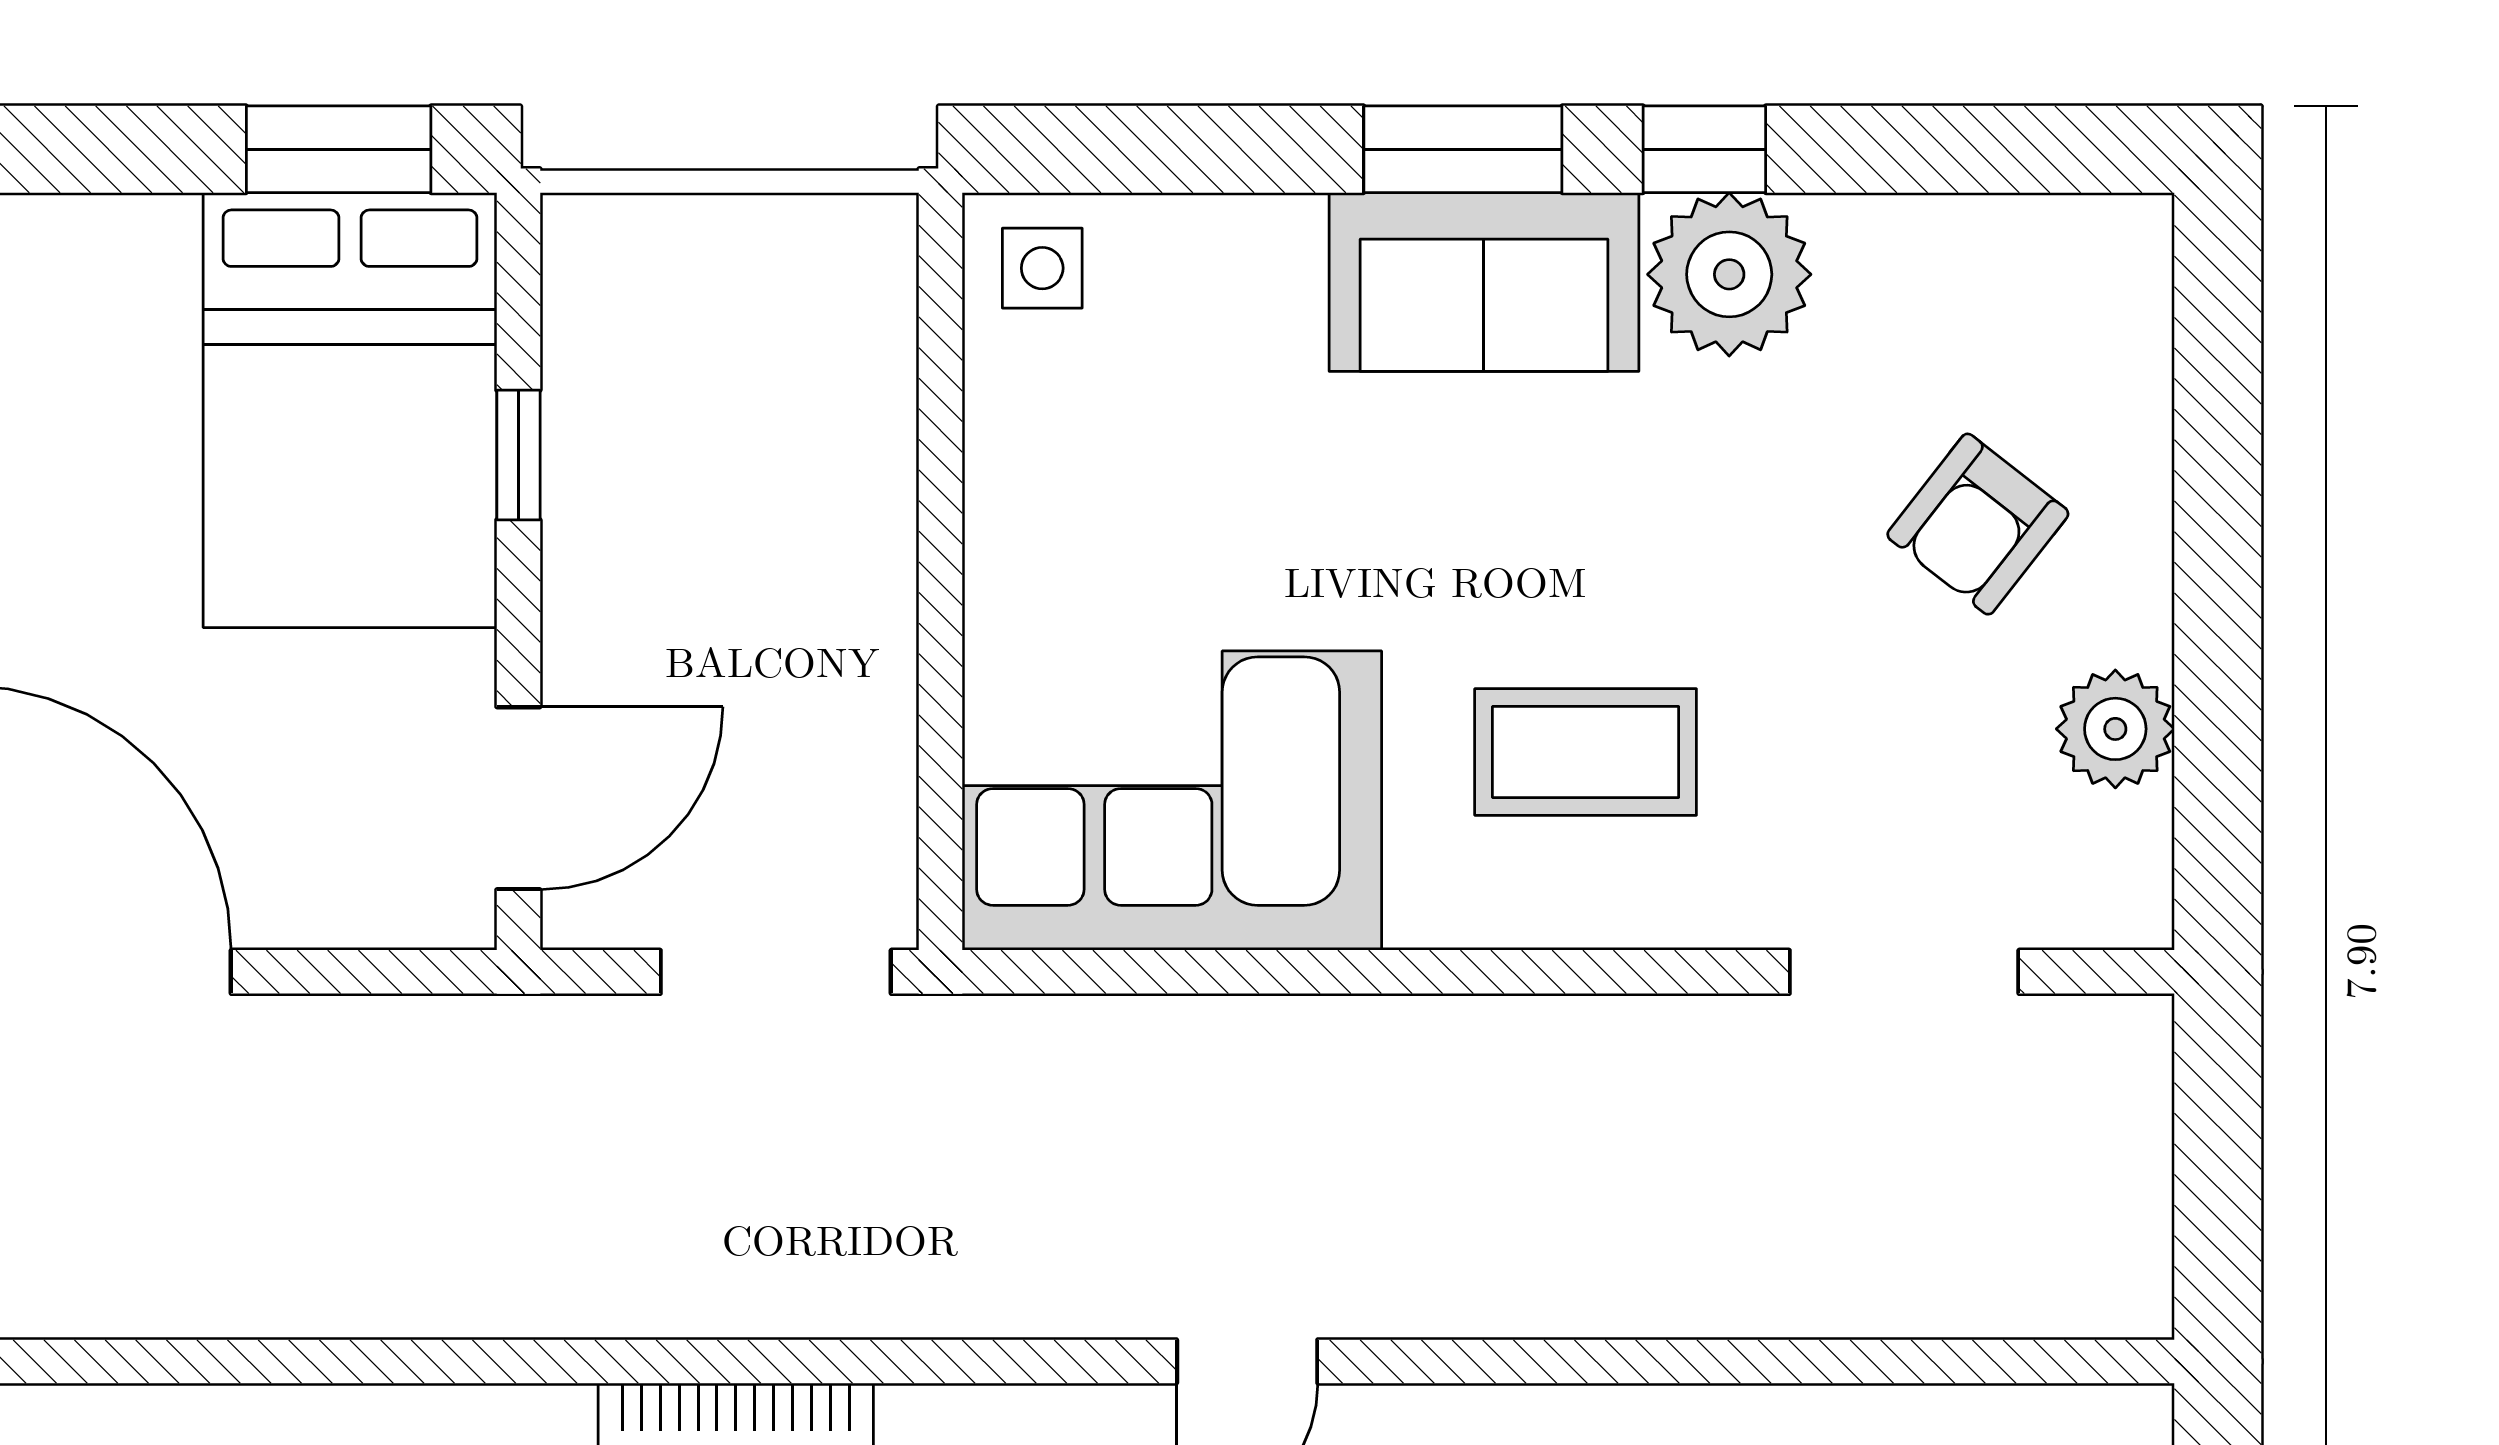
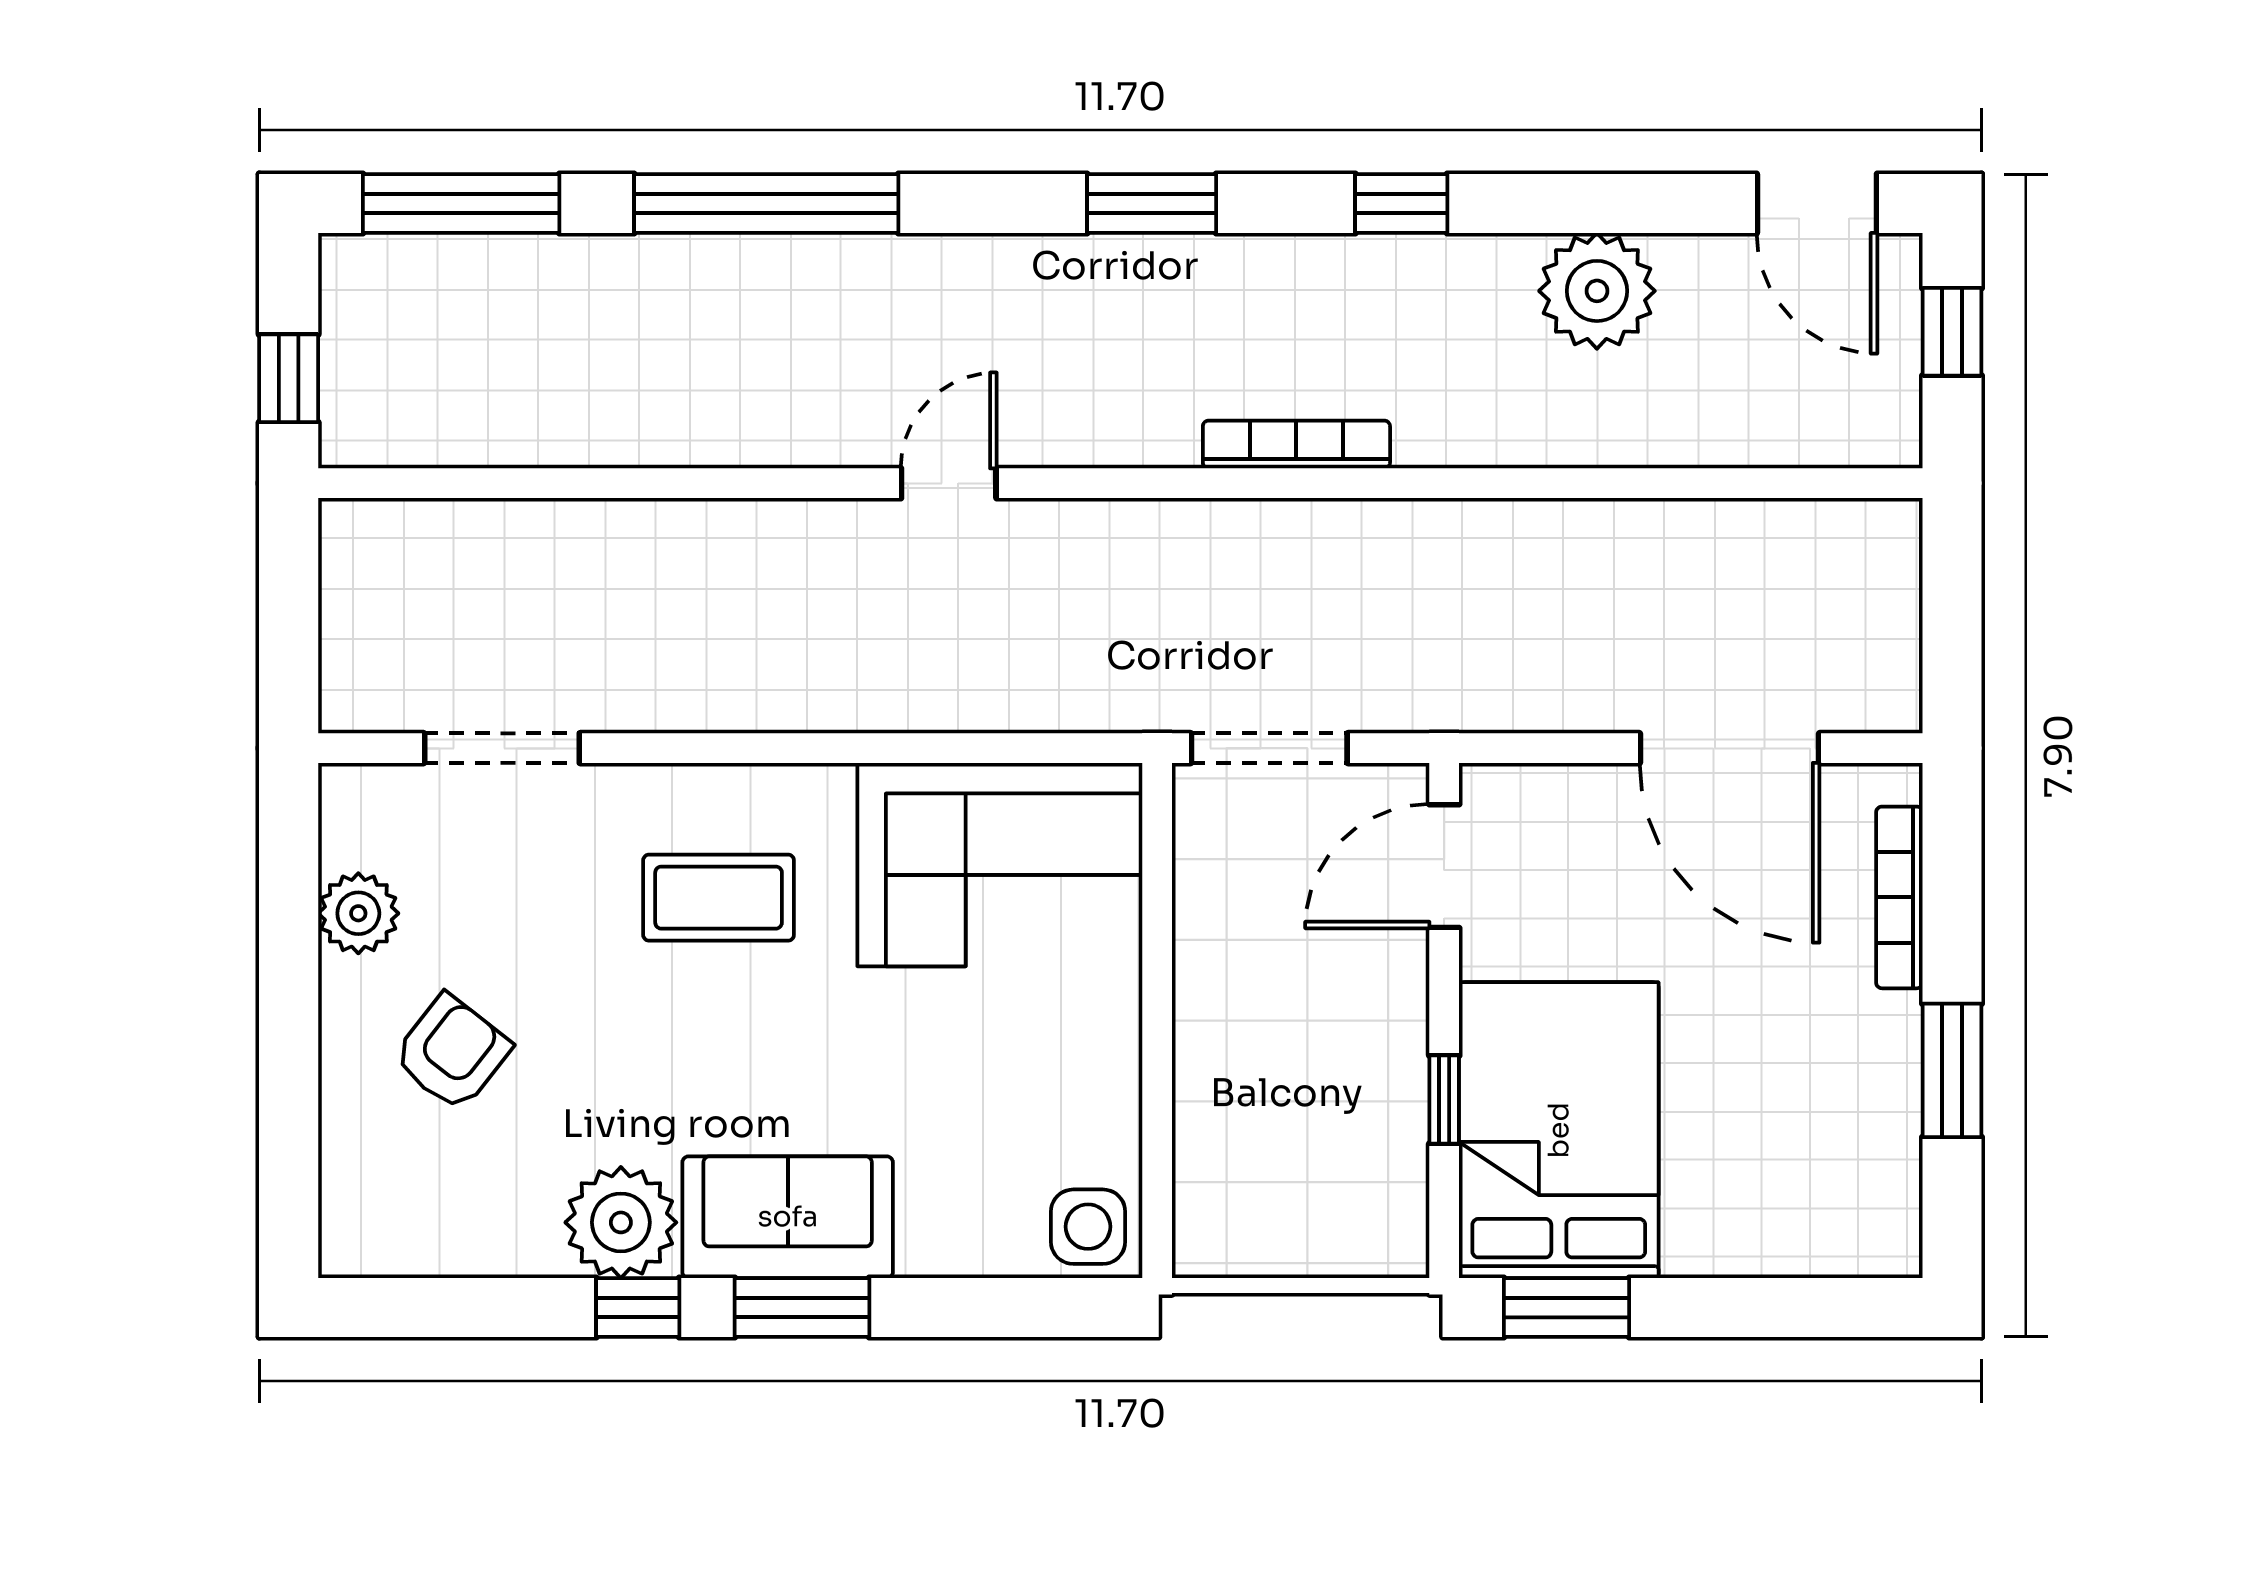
side table: (1042, 268) -> (1088, 1227), width x1.37, depth x1.37

